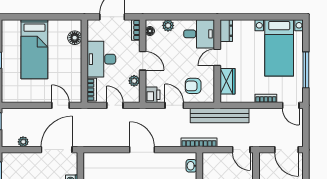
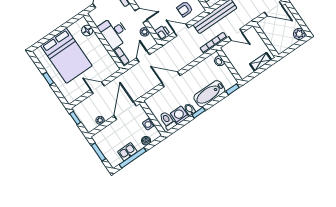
bed: (34, 49) -> (66, 56), width x1.50
door: (60, 105) -> (97, 88), moved
door: (115, 105) -> (143, 56), hinge flipped
door: (142, 150) -> (171, 79), moved
door: (241, 150) -> (236, 35), moved

